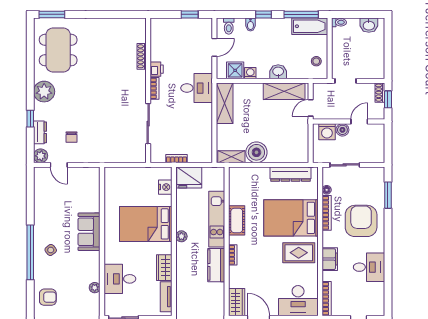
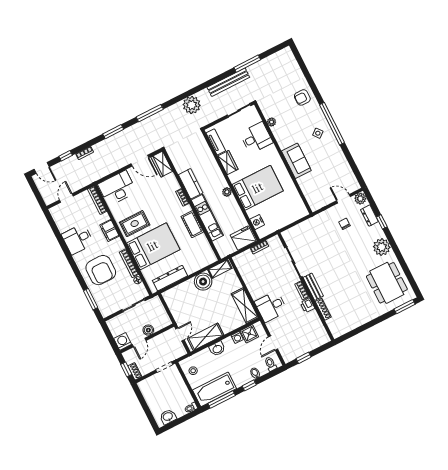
bathtub: (310, 26) -> (215, 389), width x1.36, depth x1.36
bench: (140, 86) -> (313, 287), added
washing machine: (327, 132) -> (123, 341), moved

